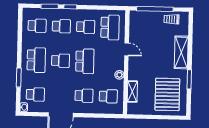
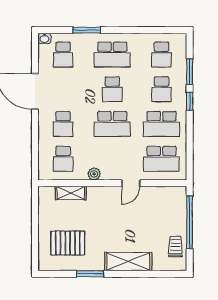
school desk: (86, 27) -> (162, 124), width x1.85
pallet: (167, 94) -> (68, 243), width x0.73, depth x0.71

